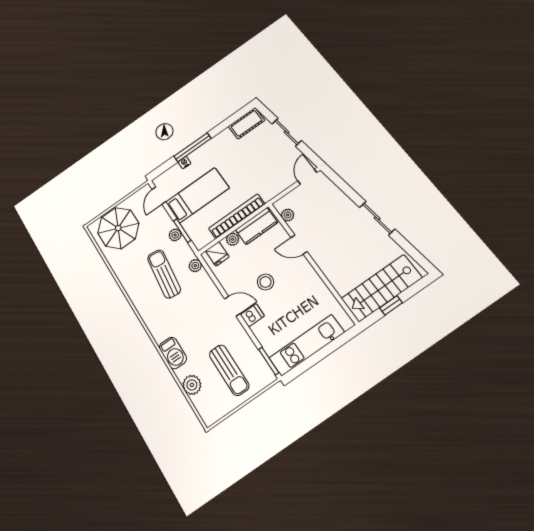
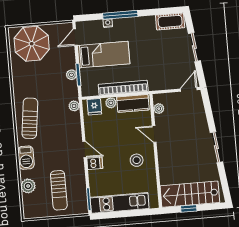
sun lounger: (164, 274) -> (30, 118), moved
stool: (266, 282) -> (137, 160), moved

